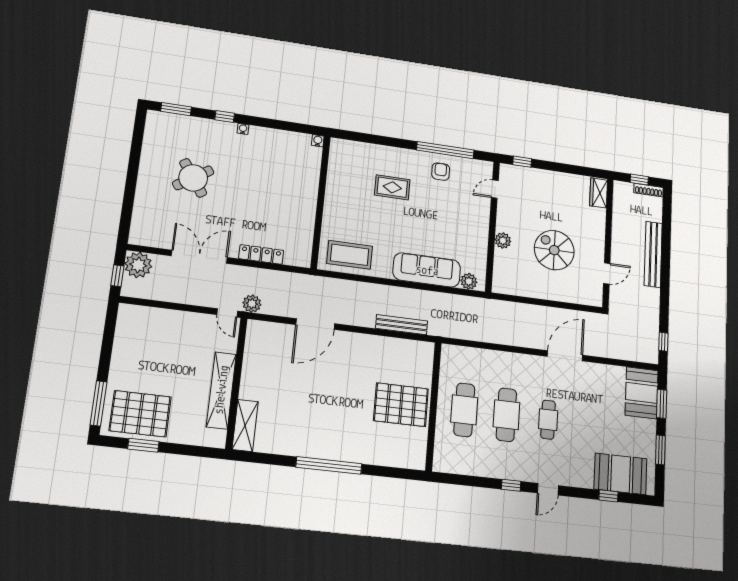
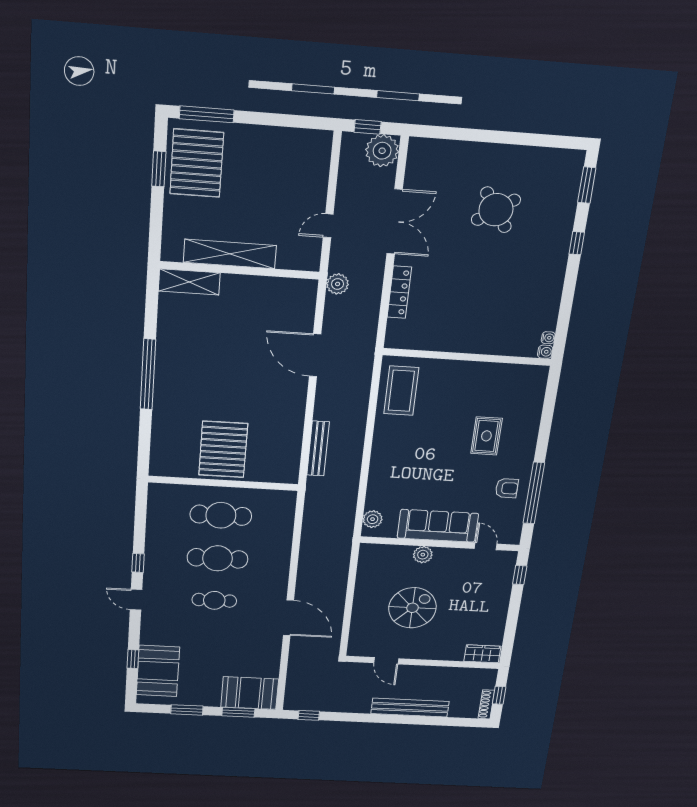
water cooler: (243, 129) -> (548, 338), moved
sofa: (427, 270) -> (438, 526), moved, turned -90
door: (227, 313) -> (328, 226), moved

